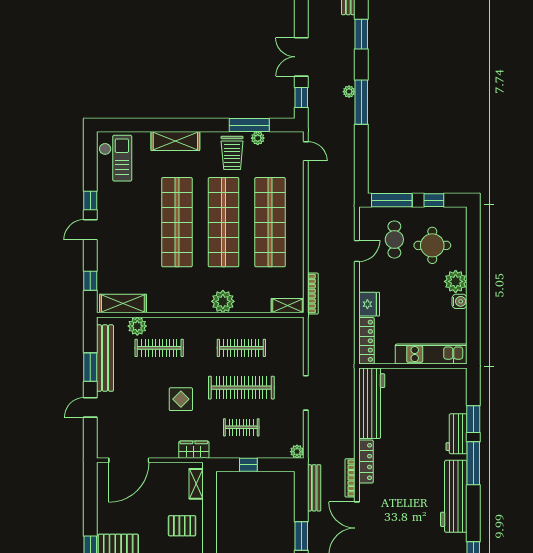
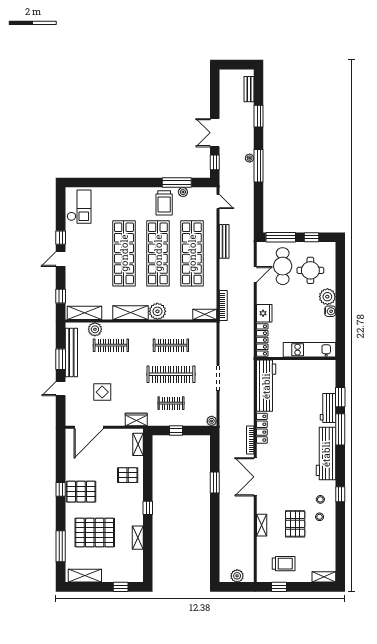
shelving: (175, 141) -> (131, 313), moved
cafe table: (394, 240) -> (283, 266), width x1.37, depth x1.35
display table: (181, 399) -> (102, 392), moved
bench: (314, 488) -> (224, 241), moved

